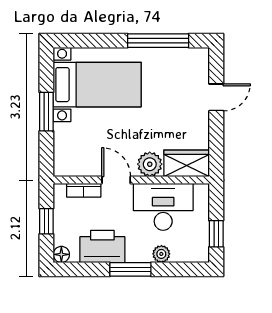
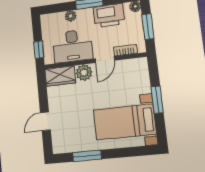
window: (158, 41) -> (87, 156), width x0.69
door: (116, 180) -> (105, 60), hinge flipped
window: (46, 221) -> (148, 27), width x1.50
window: (216, 234) -> (39, 50), moved

